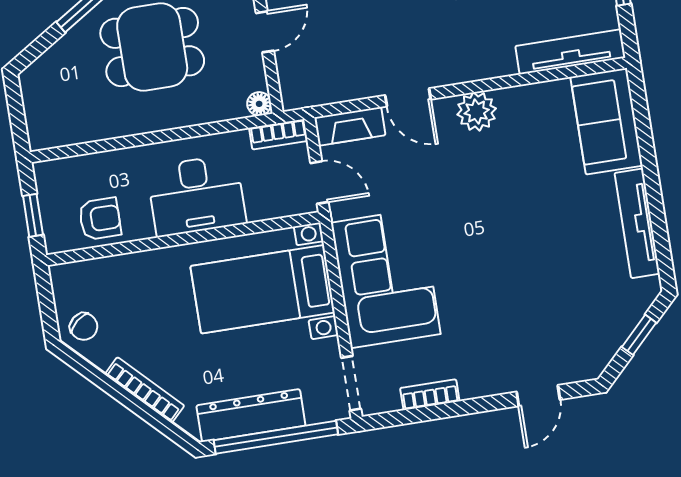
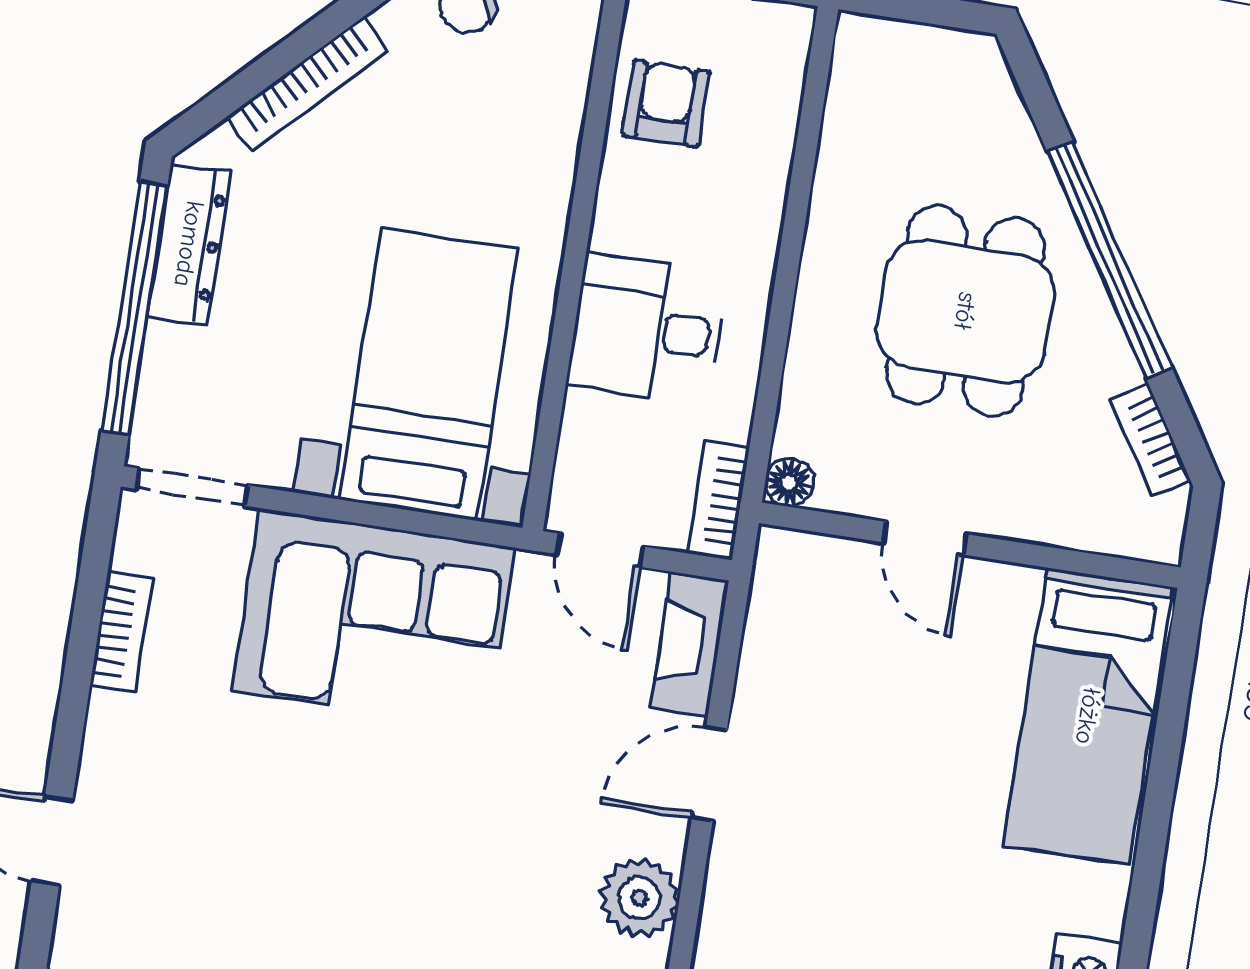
door: (319, 183) -> (600, 550), hinge flipped
desk: (196, 195) -> (647, 329), width x0.73
armchair: (100, 219) -> (666, 104), turned 180
dresser: (251, 416) -> (189, 244), width x0.73, depth x0.80

